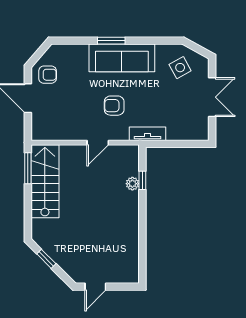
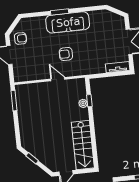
side table: (180, 68) -> (106, 25), removed
tv unit: (147, 134) -> (118, 67), moved
door: (98, 143) -> (58, 79), swing flipped
stairs: (45, 181) -> (83, 145), moved, turned 180

